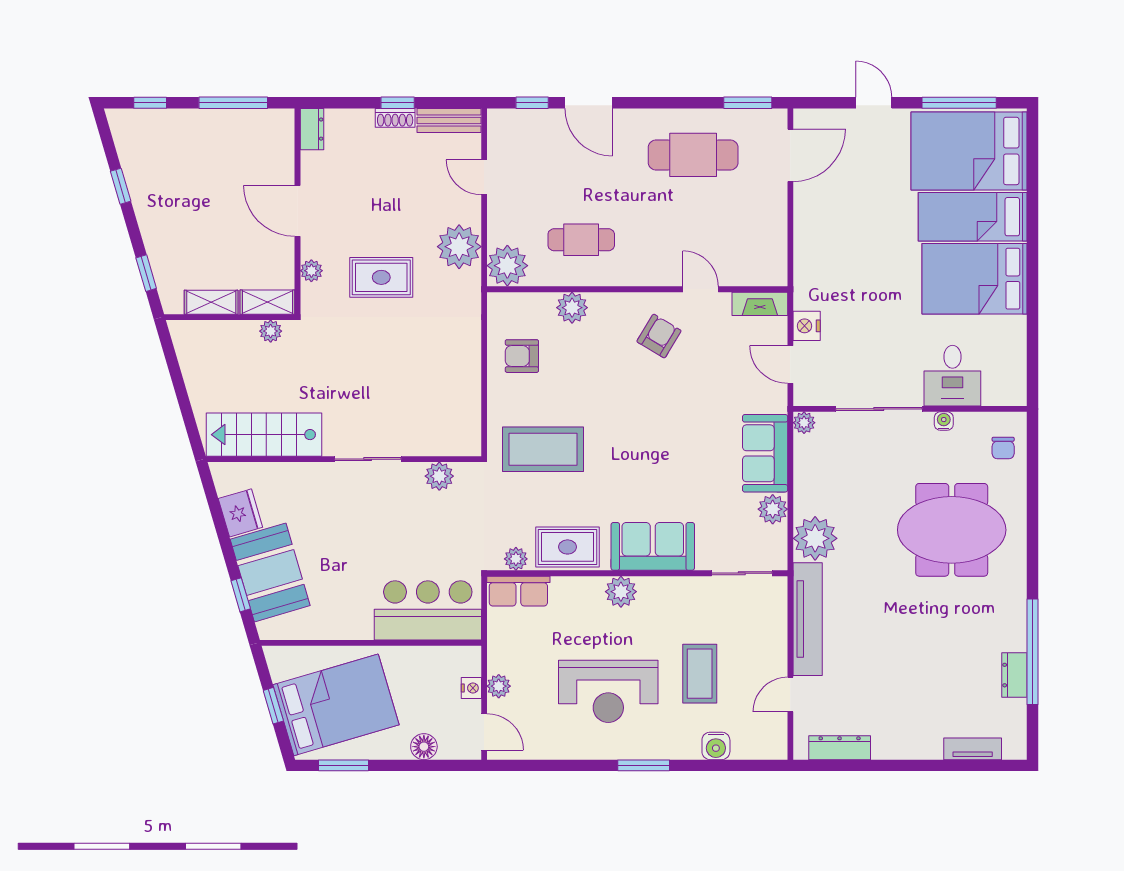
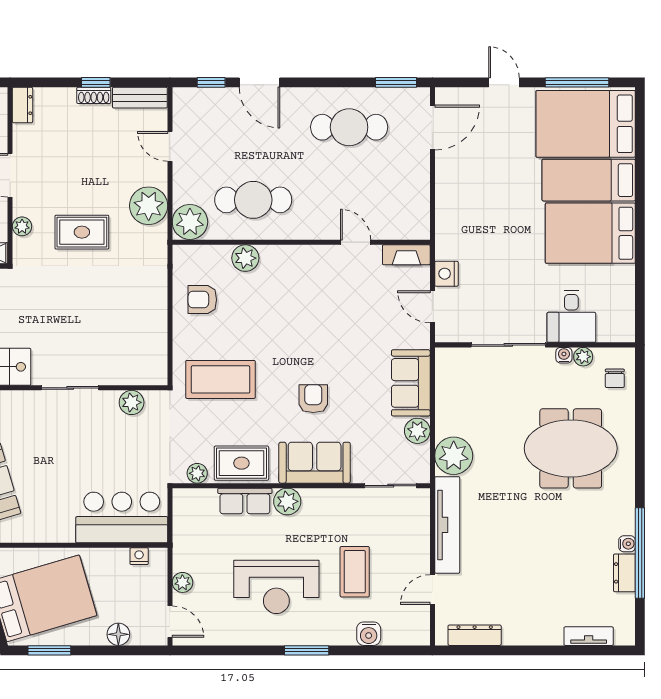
cafe table: (581, 240) -> (253, 200), width x1.37, depth x1.35
armchair: (659, 336) -> (313, 399), moved, turned -31
plant: (804, 423) -> (583, 357), moved
row of seats: (518, 591) -> (245, 501), moved
water cooler: (1017, 641) -> (627, 544), added
nightstand: (471, 688) -> (139, 556), moved, turned -90

